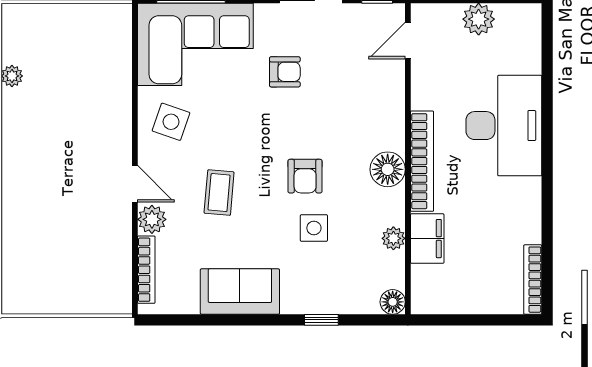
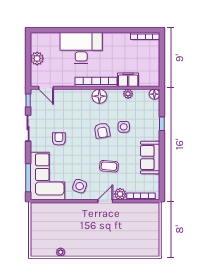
armchair: (305, 176) -> (102, 131), turned 80

